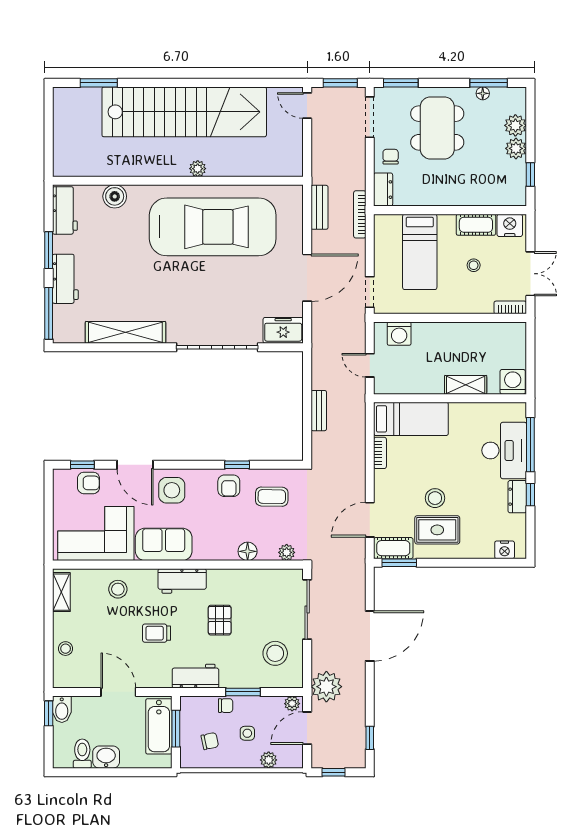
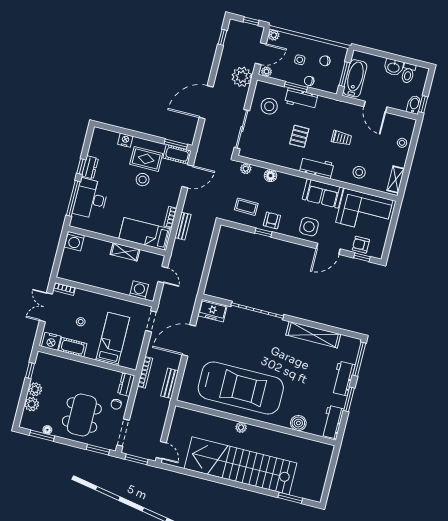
car: (213, 227) -> (241, 388), turned 180
shelving: (466, 385) -> (125, 252), moved
bench: (319, 411) -> (183, 226), moved
door: (135, 465) -> (328, 249), swing flipped
nightstand: (505, 550) -> (125, 140), moved
workbench: (195, 676) -> (301, 99), moved
plant: (269, 760) -> (274, 35), moved

